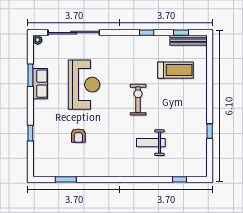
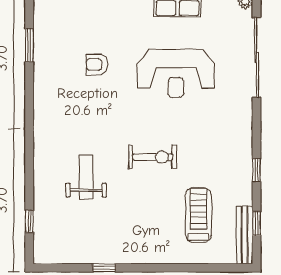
treadmill: (176, 70) -> (198, 215), turned 180

